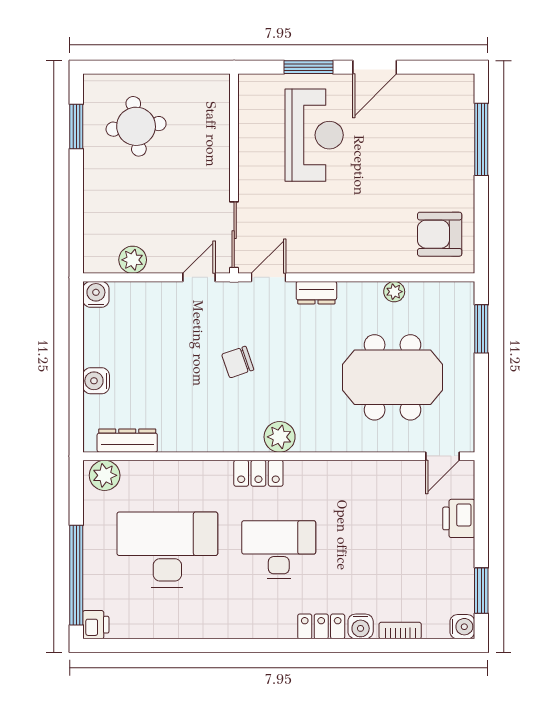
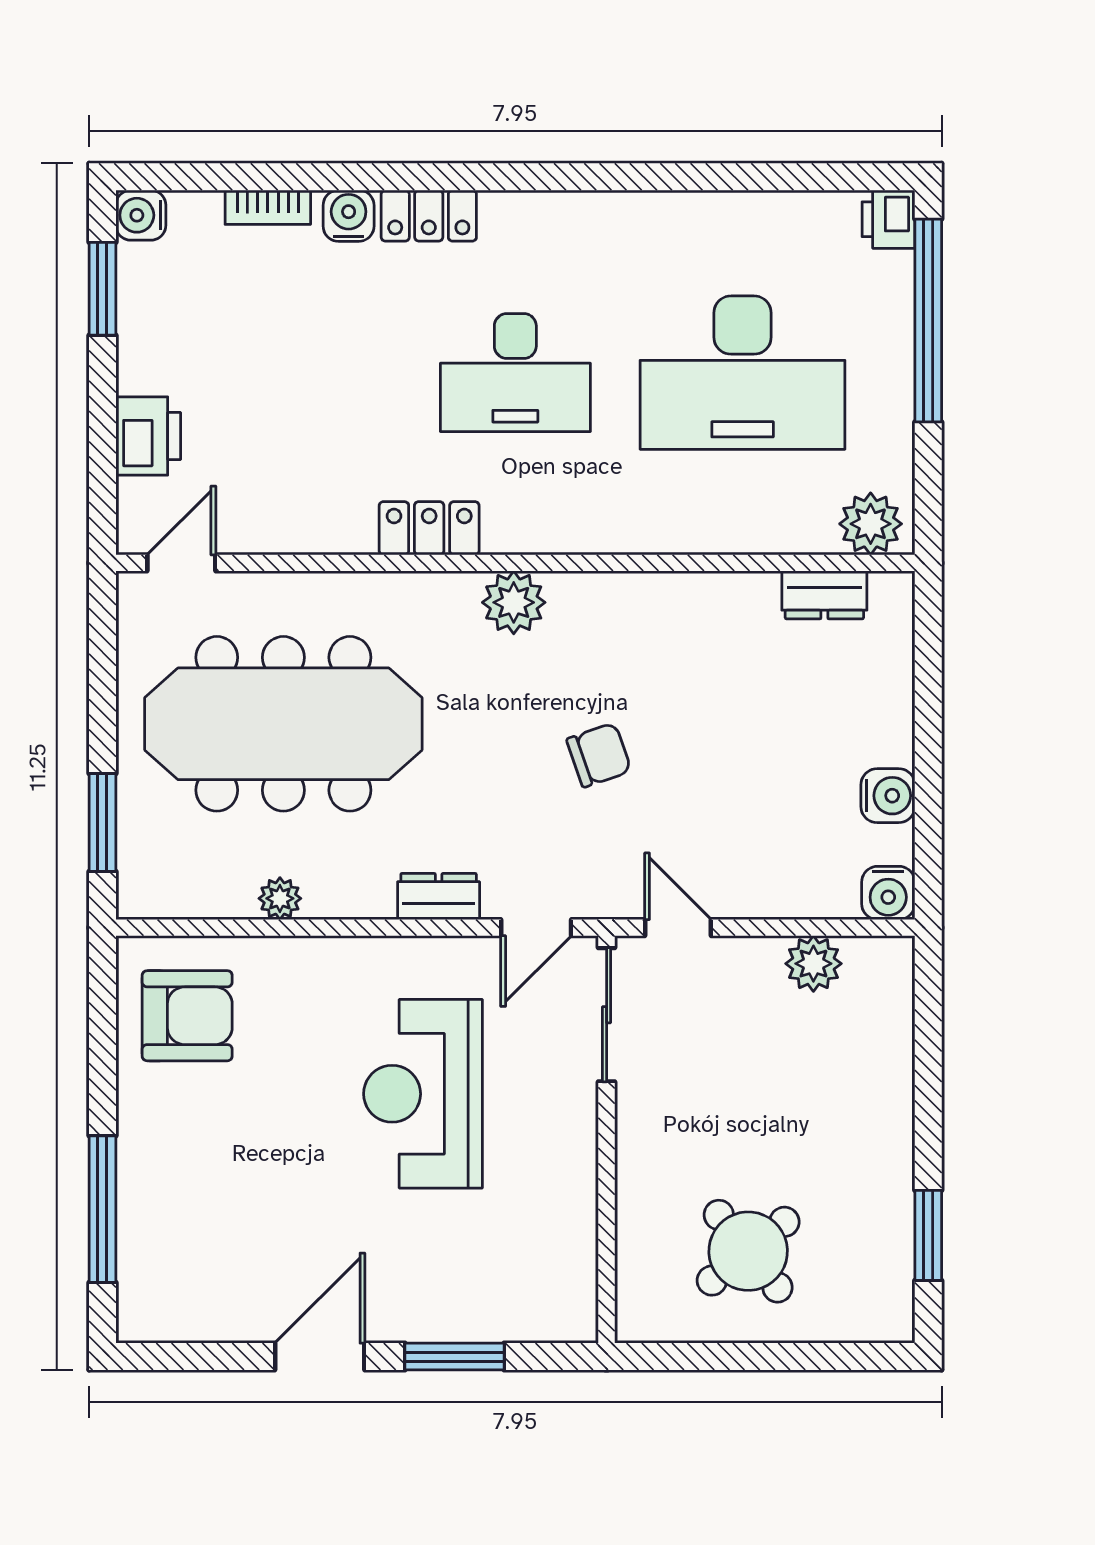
round table: (136, 126) -> (748, 1251), moved, turned -32
reception desk: (314, 135) -> (423, 1094), moved
door: (199, 277) -> (678, 928), swing flipped
meeting table: (392, 377) -> (283, 724), width x1.36
water cooler: (96, 381) -> (888, 796), moved
dresser: (127, 441) -> (824, 595), width x0.70
locker: (258, 473) -> (429, 528), moved

